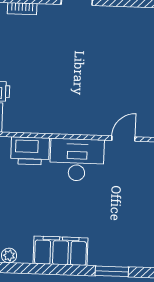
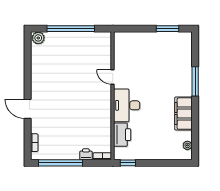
window: (112, 271) -> (195, 81), width x1.44

